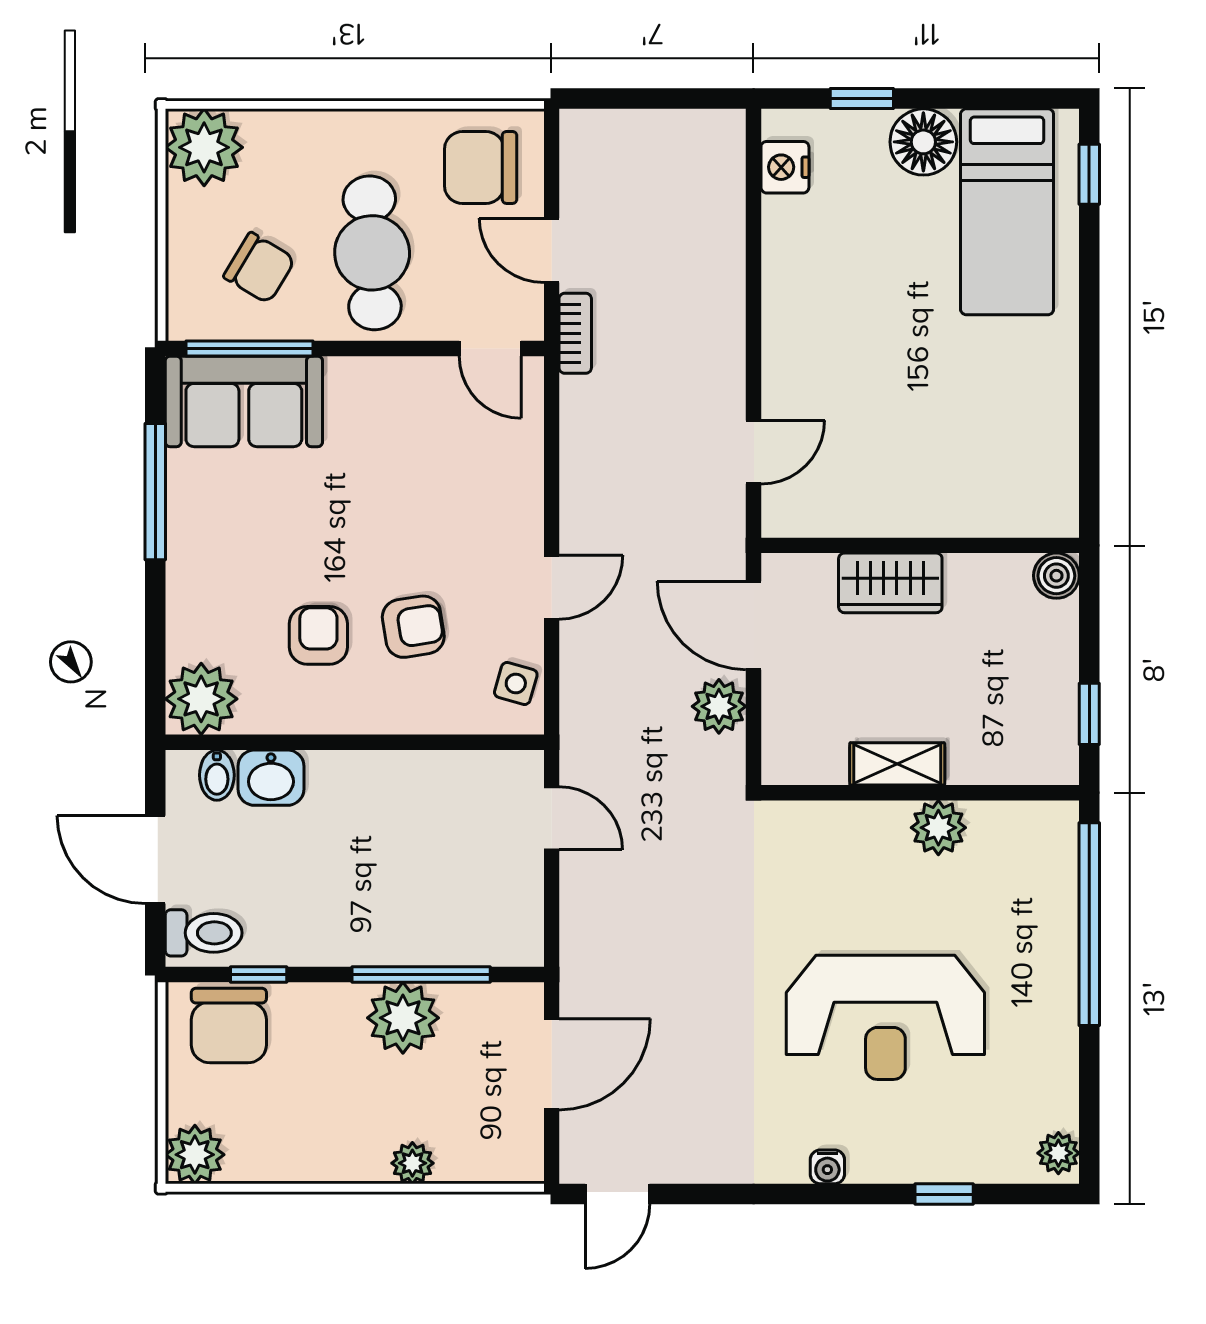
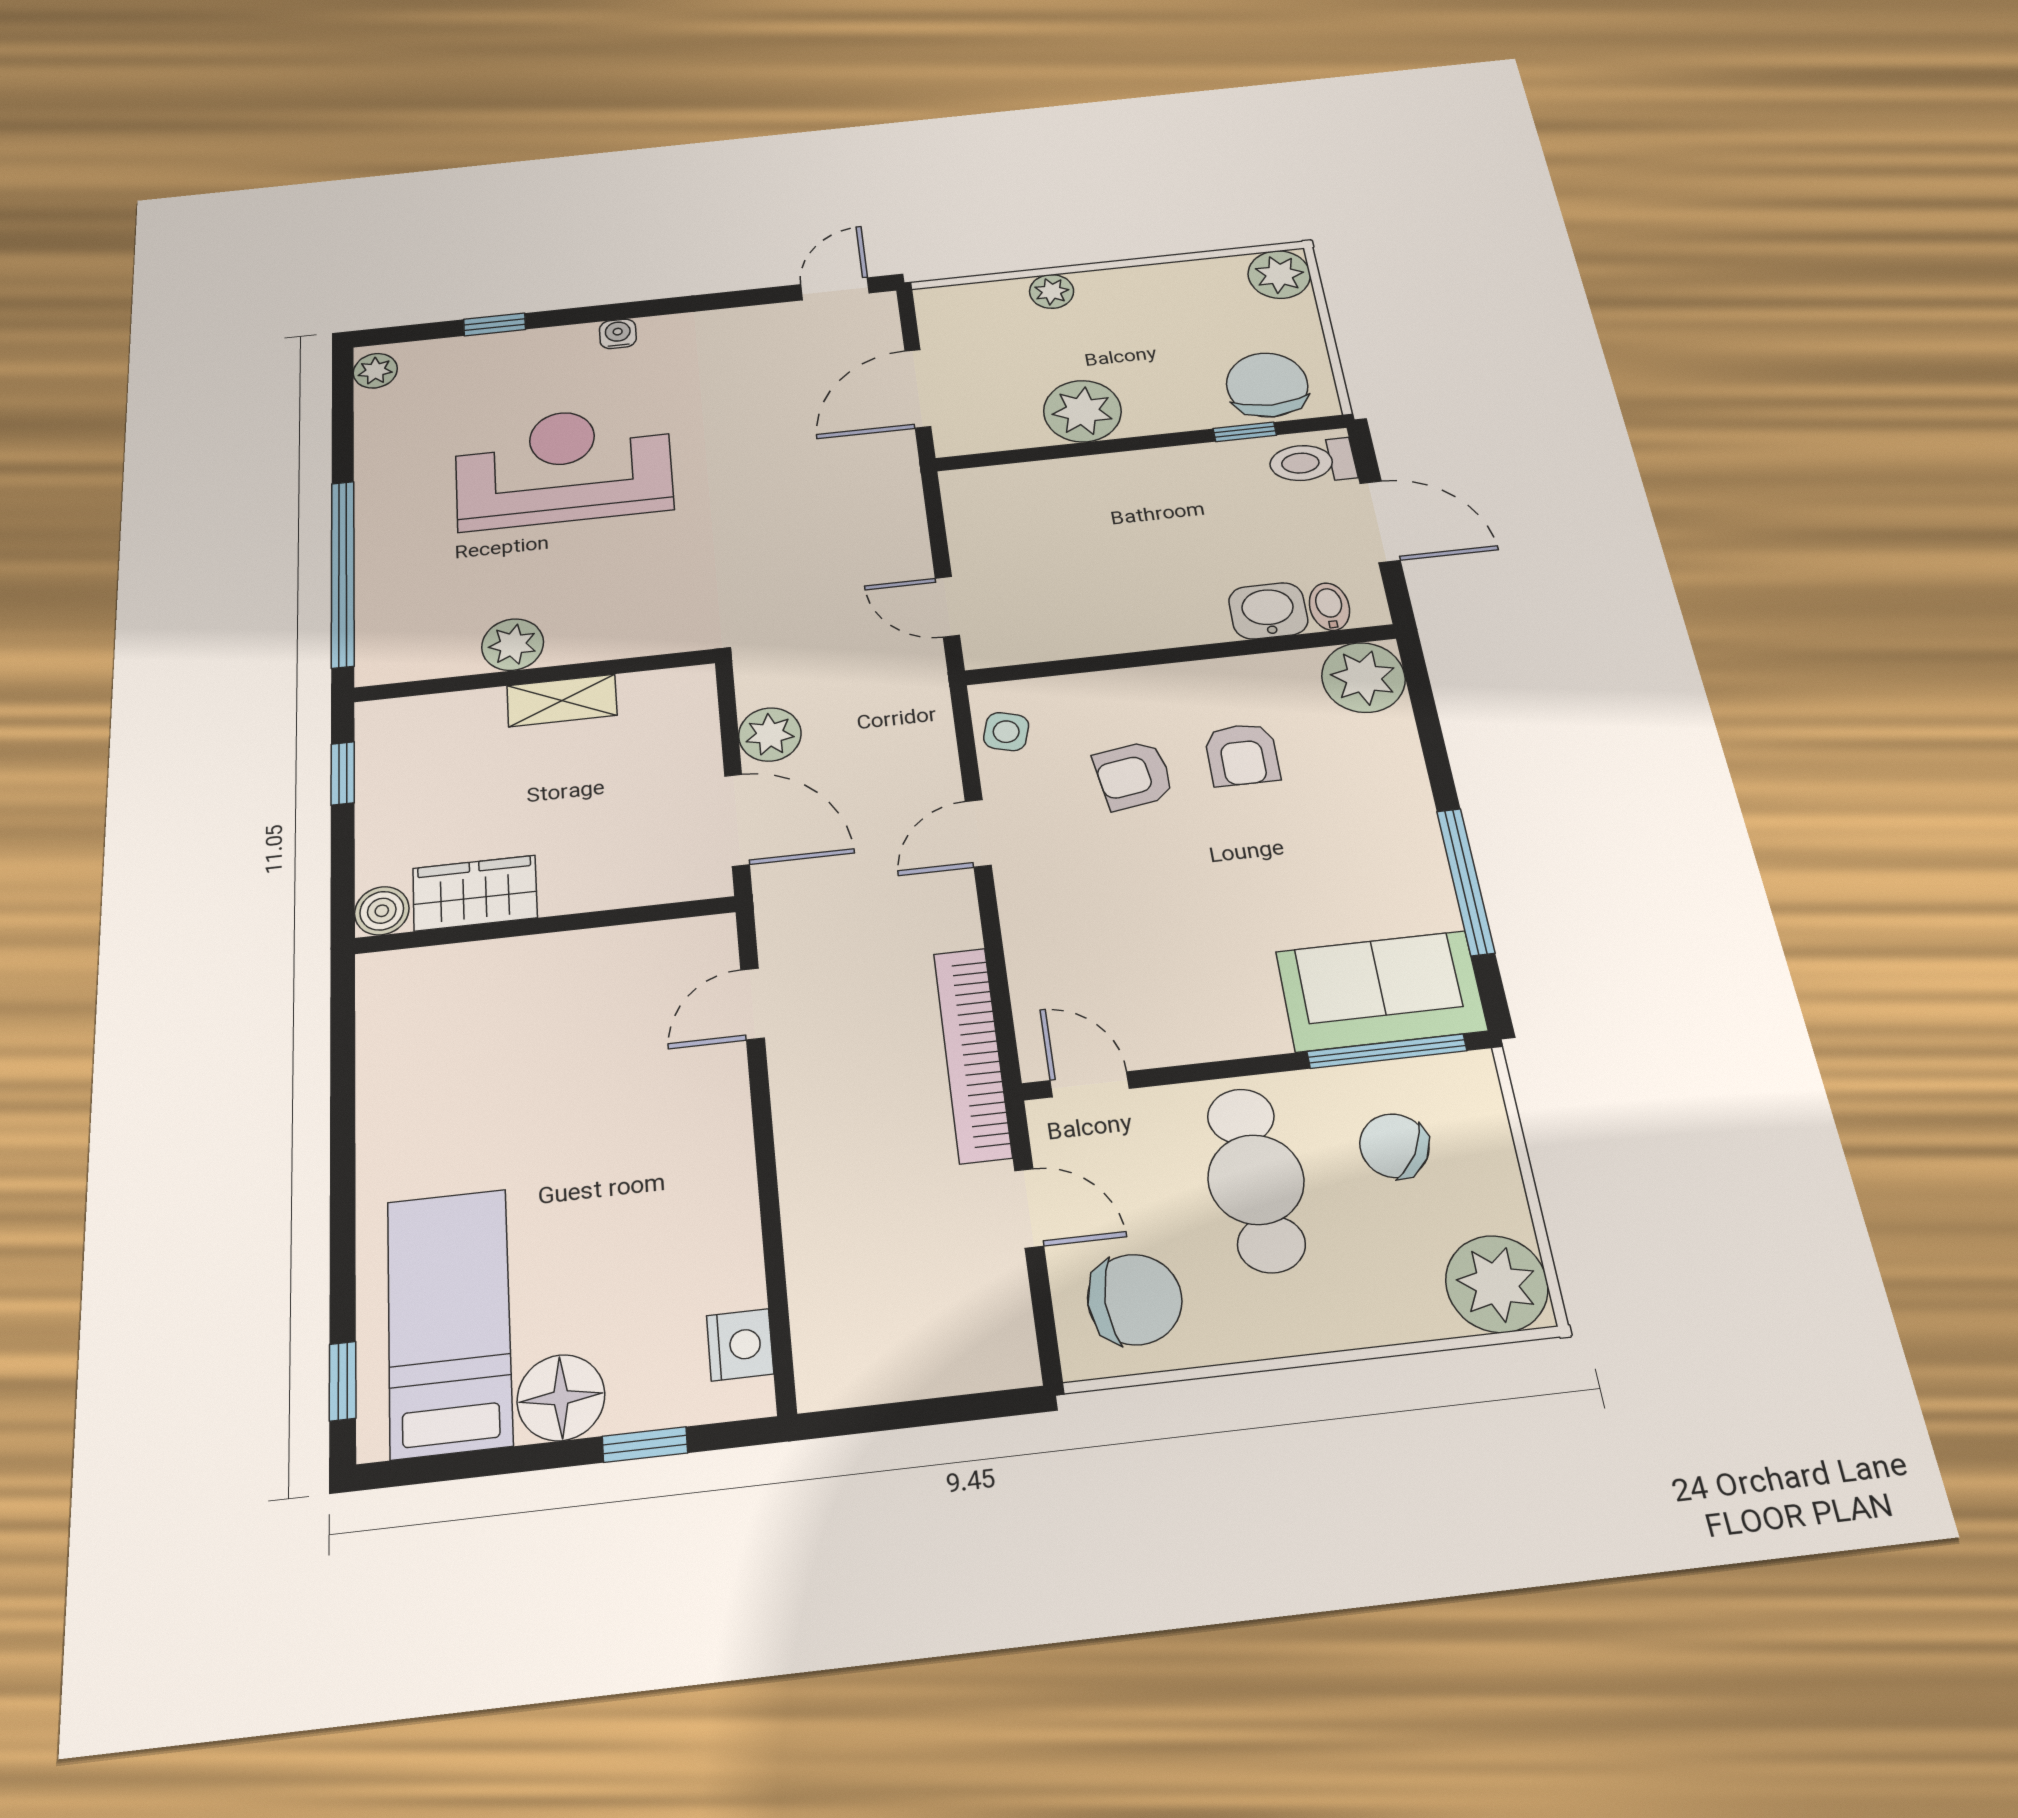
bookcase: (575, 333) -> (972, 1054), width x2.31, depth x1.31
wardrobe: (890, 583) -> (475, 893), moved
window: (421, 974) -> (1069, 451), removed

